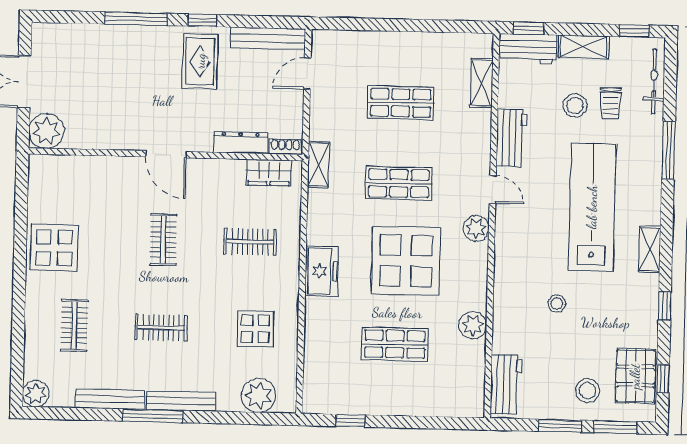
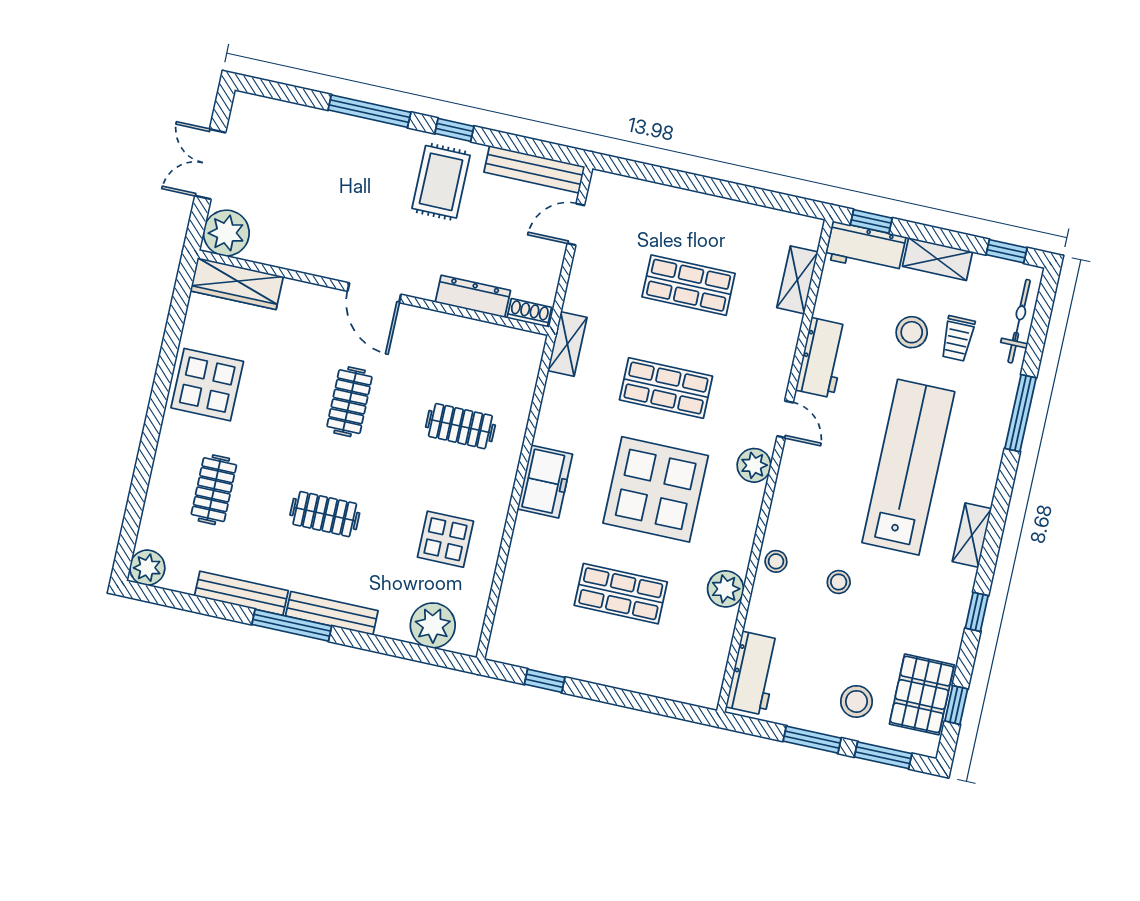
wardrobe: (269, 173) -> (237, 284), moved, width x1.50
stool: (507, 297) -> (776, 561), added

